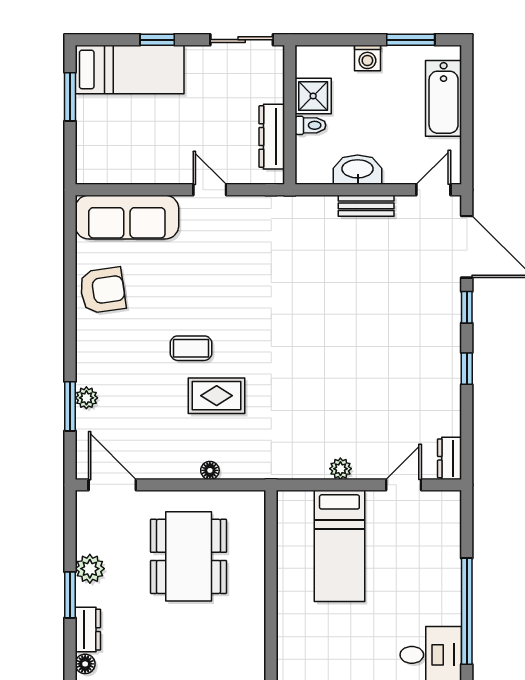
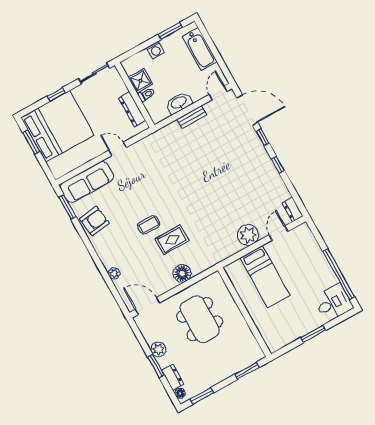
bed: (130, 69) -> (58, 126), width x2.04
window: (70, 406) -> (67, 207), moved
plant: (340, 469) -> (248, 235), width x1.87, depth x1.87
floor lamp: (210, 470) -> (182, 273), width x1.89, depth x1.89

